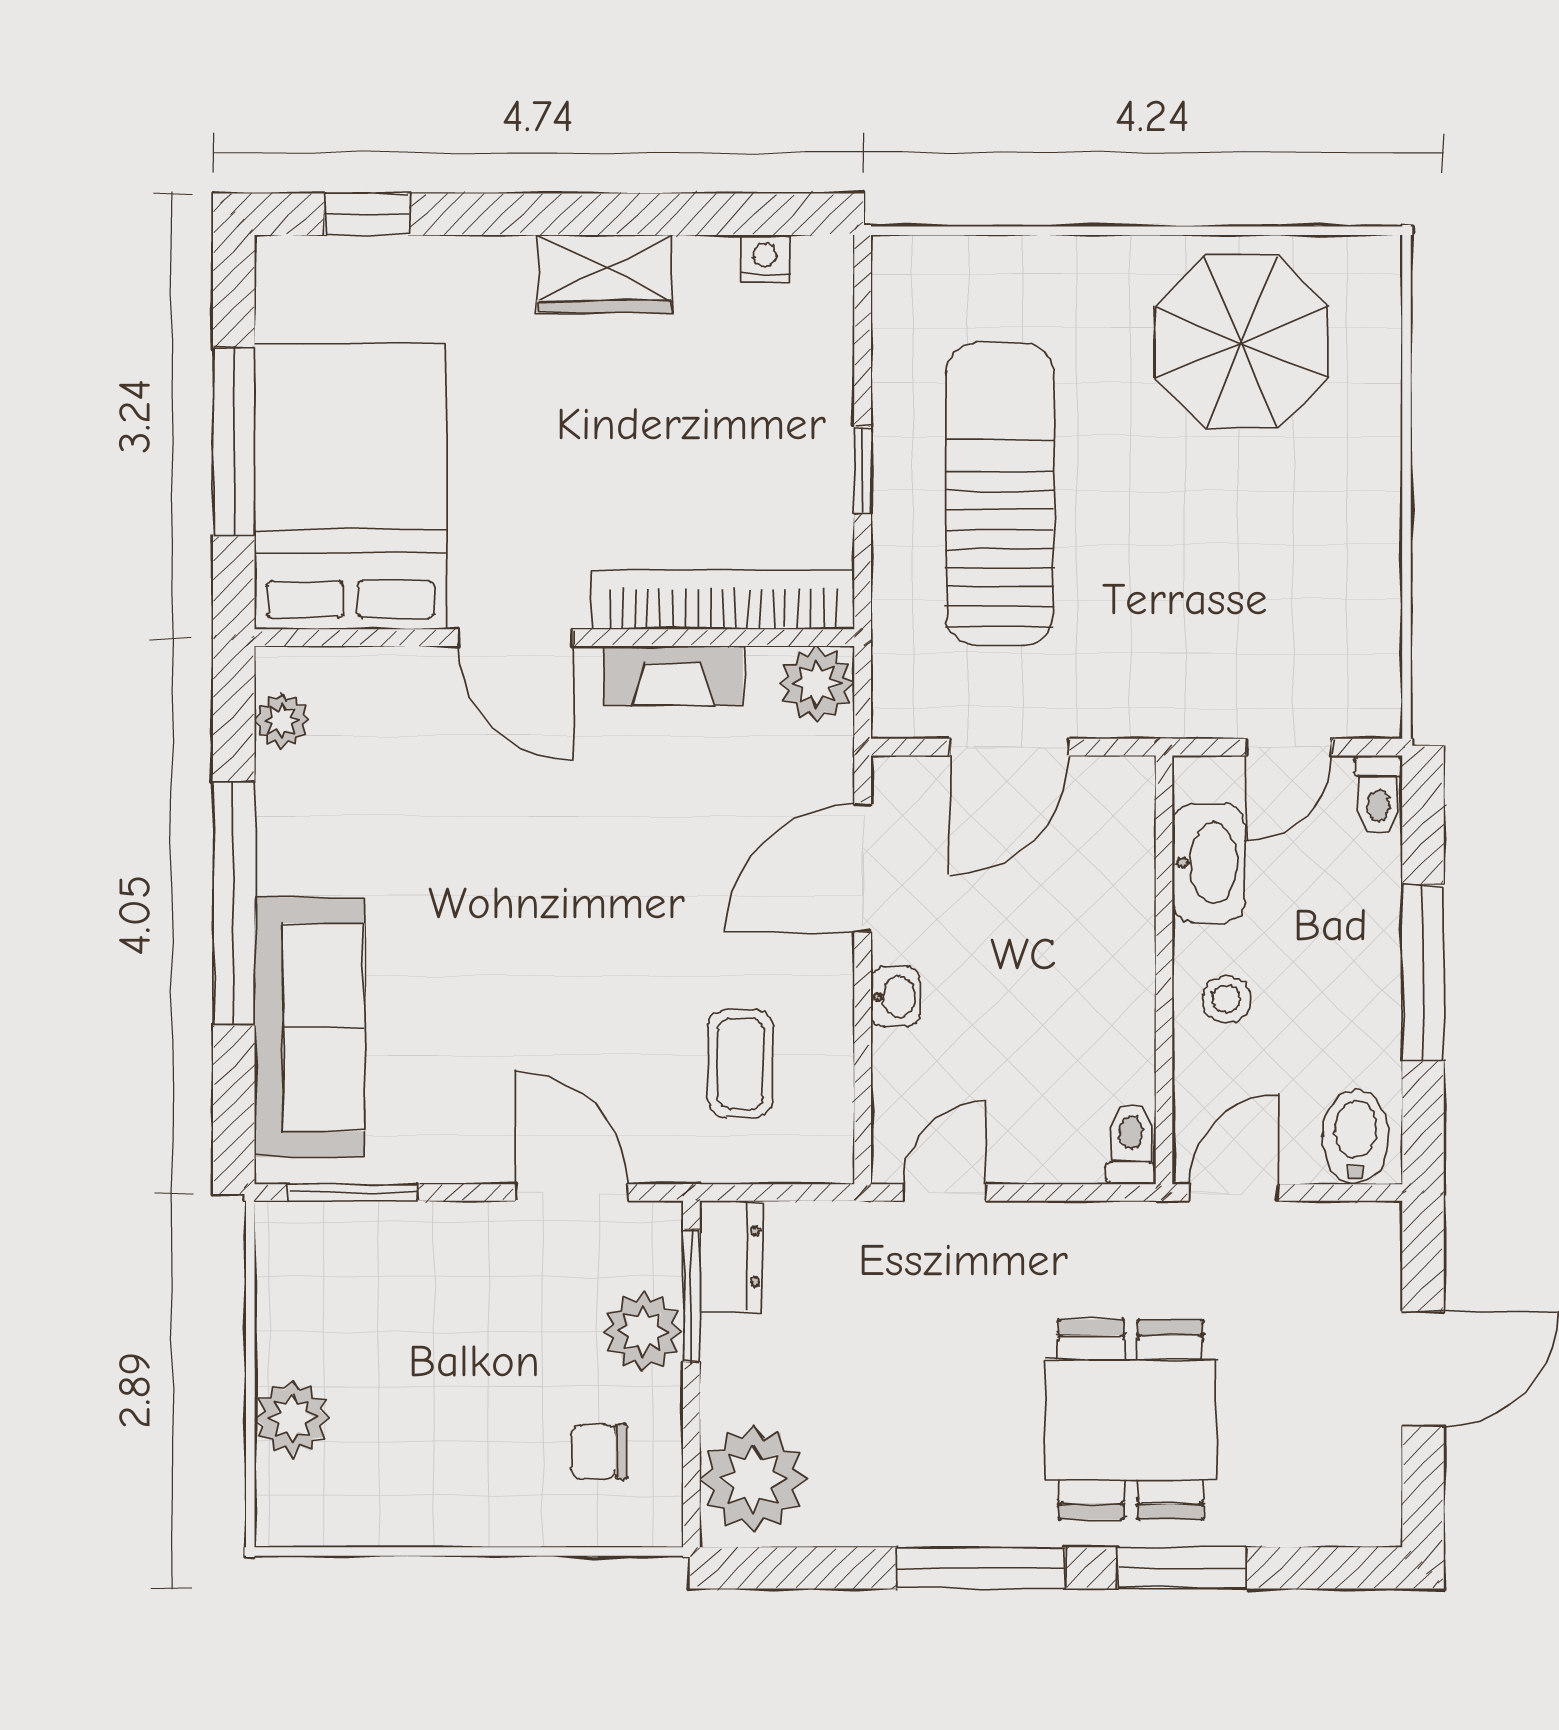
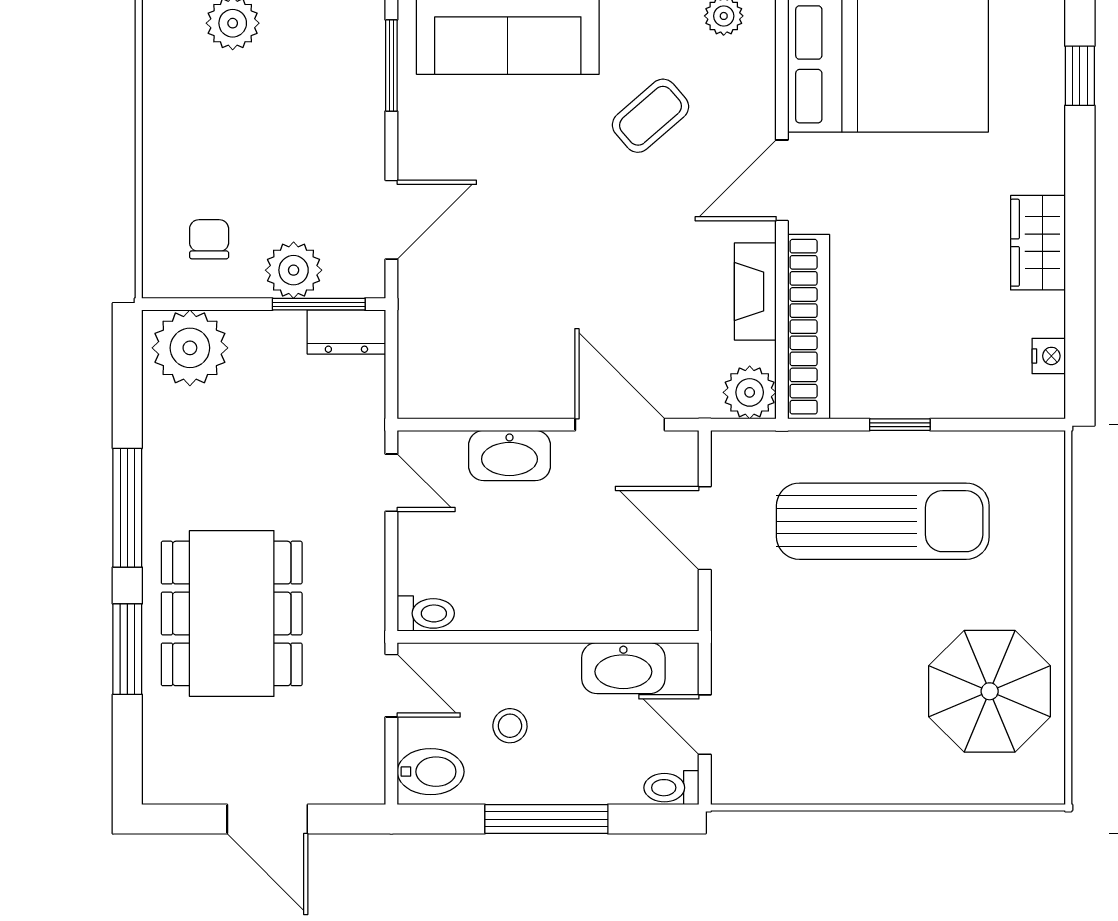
washbasin: (895, 997) -> (509, 456), width x1.91, depth x1.45
stool: (1226, 999) -> (510, 726), moved
coffee table: (741, 1063) -> (650, 116), moved, turned -41
dining table: (1131, 1420) -> (232, 613), width x1.38

